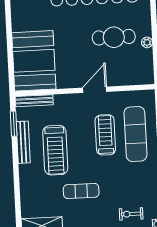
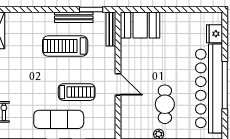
booth: (34, 61) -> (140, 25), width x0.73, depth x0.70
exercise mat: (135, 134) -> (59, 119), moved
exercise mat: (81, 191) -> (27, 68), removed

